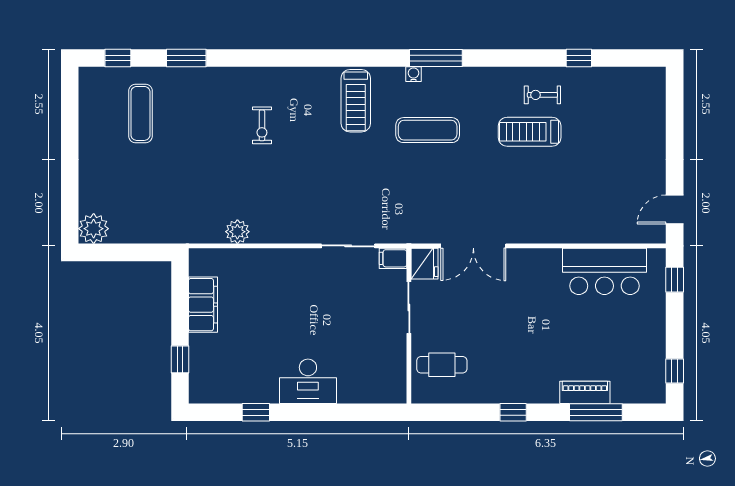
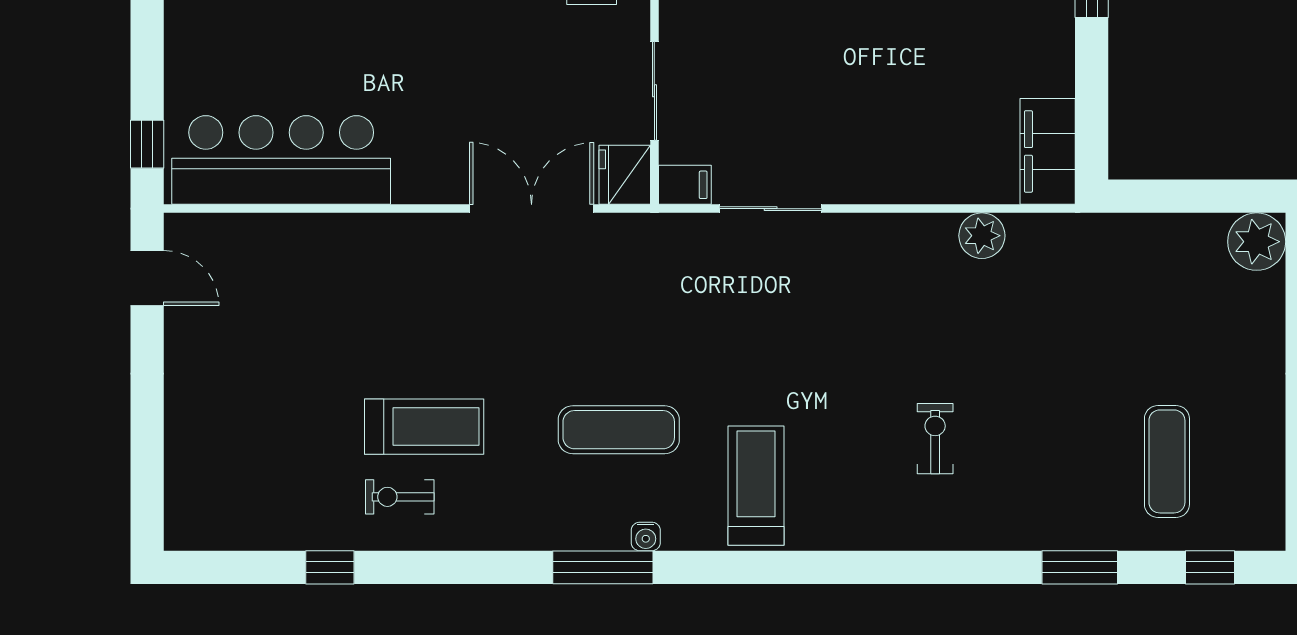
exercise bike: (542, 95) -> (400, 497), turned 180
door: (675, 210) -> (147, 278), hinge flipped
bar counter: (604, 271) -> (281, 160), width x1.36
filing cabinet: (203, 305) -> (1048, 151), moved

